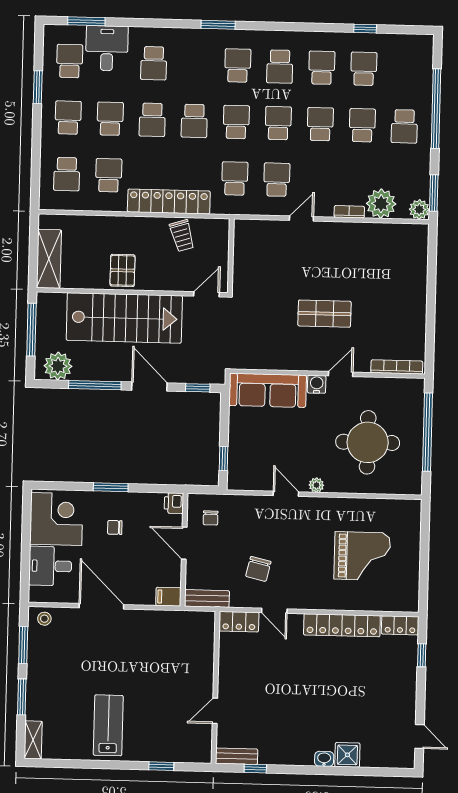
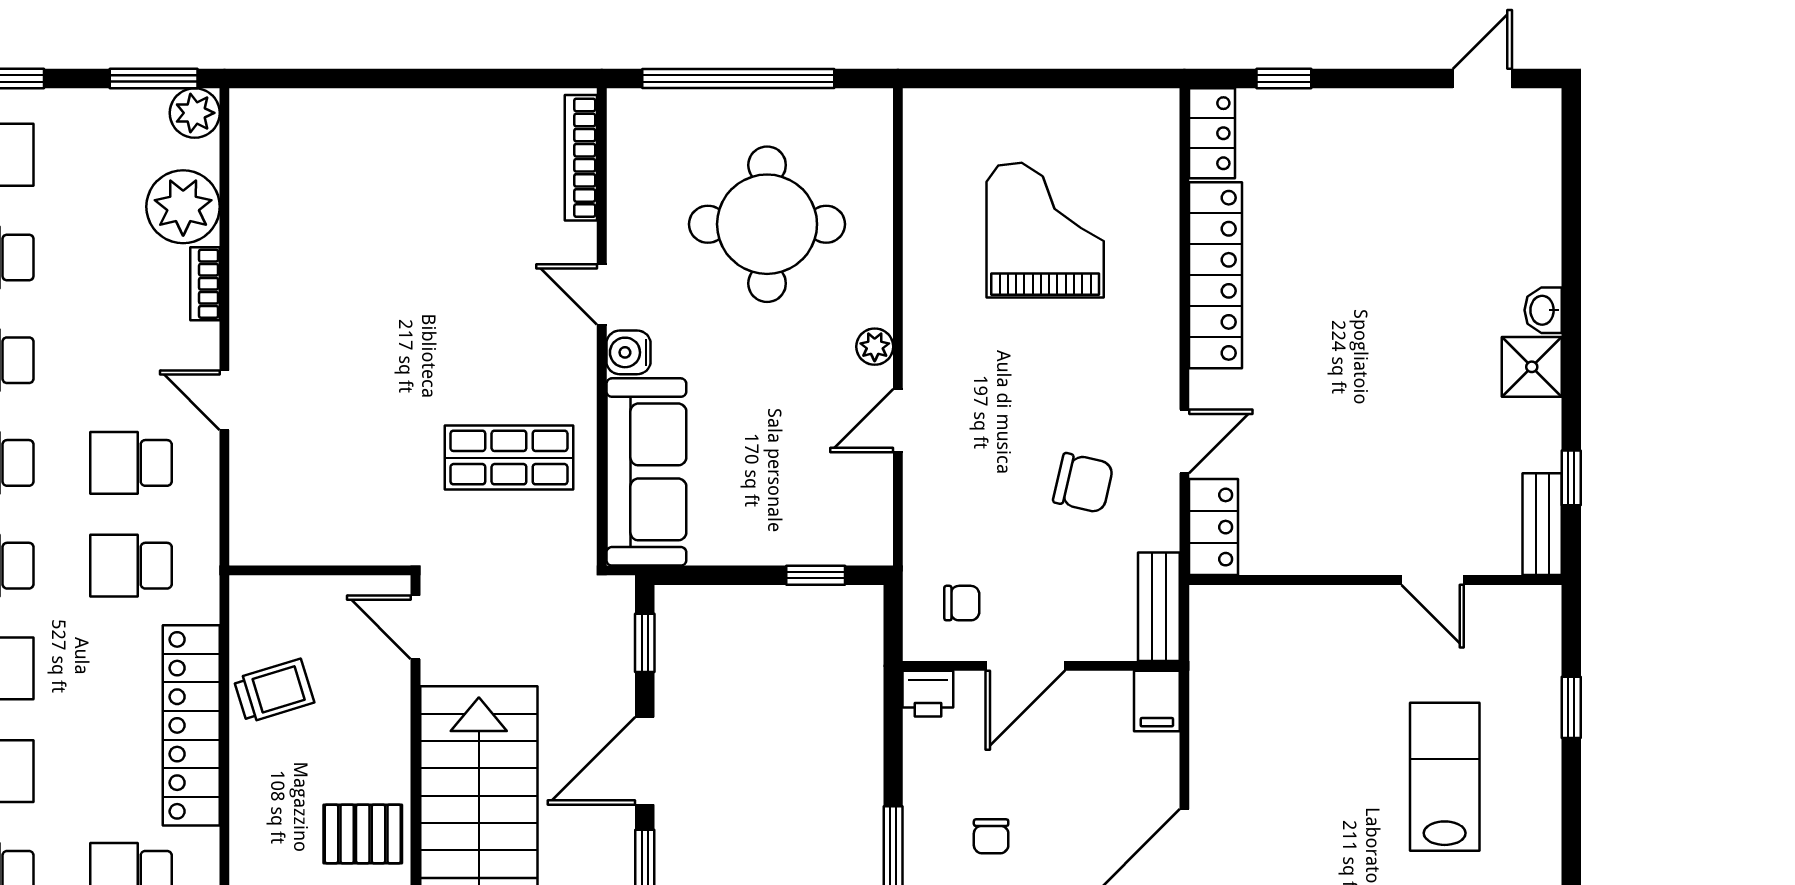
shop shelf: (324, 314) -> (509, 458), moved, turned 90
lab bench: (108, 725) -> (1445, 777), moved, turned 90
shower: (347, 755) -> (1532, 367), moved

